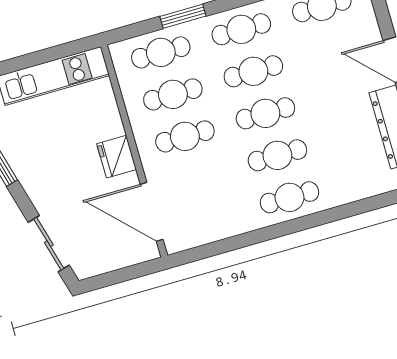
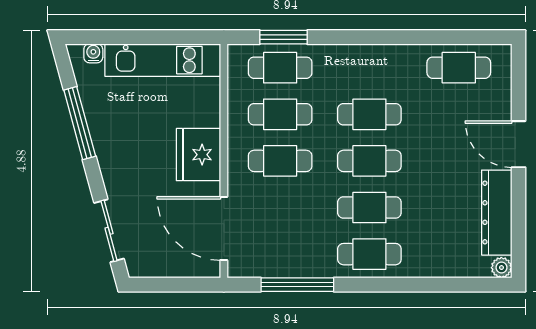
window: (183, 16) -> (284, 37), moved
cafe table: (241, 29) -> (369, 68), removed
fridge: (117, 157) -> (198, 155), width x1.36, depth x1.34
window: (232, 243) -> (297, 285), added

